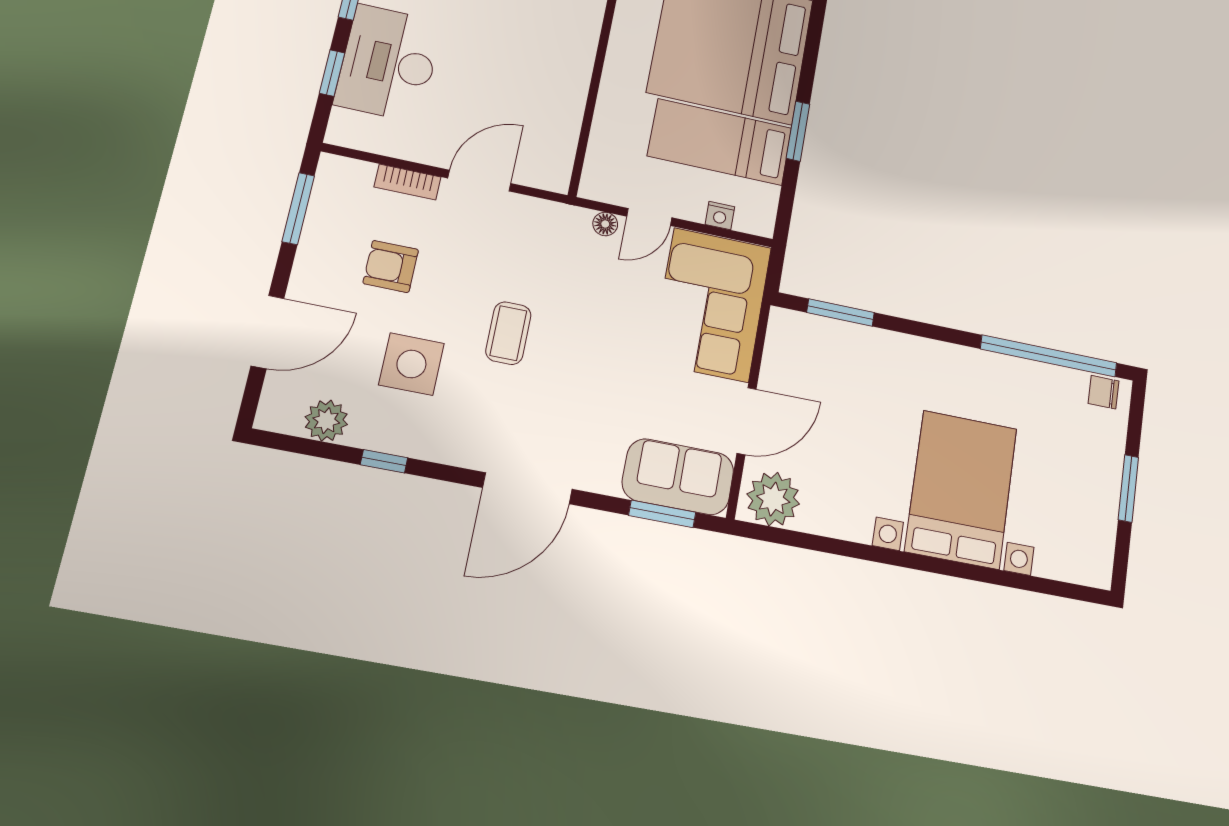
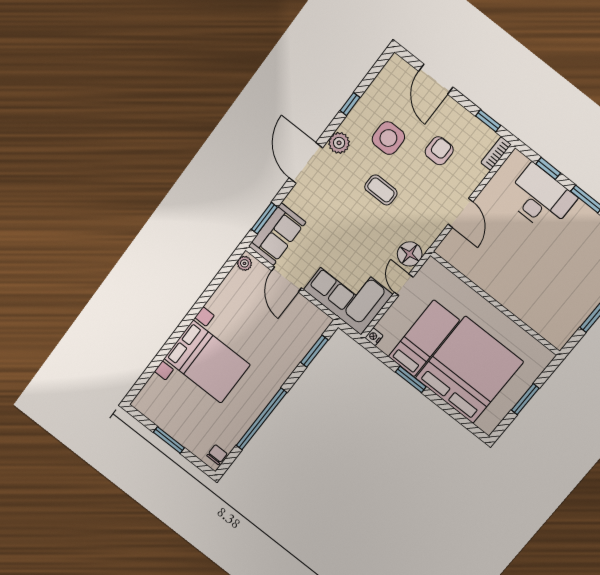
bookcase: (408, 182) -> (496, 154), moved
window: (298, 209) -> (488, 121), width x0.67
nightstand: (720, 216) -> (374, 337), moved
floor lamp: (605, 224) -> (410, 254), width x1.89, depth x1.89
window: (1049, 356) -> (261, 419), moved
plant: (326, 421) -> (339, 143), moved
plant: (773, 499) -> (244, 263), width x0.53, depth x0.53

